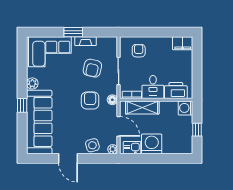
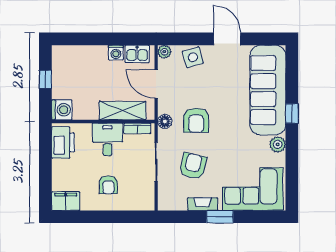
armchair: (139, 51) -> (108, 185), moved
printer: (176, 91) -> (63, 142), moved, turned -90
washing machine: (152, 144) -> (116, 52), width x0.53, depth x0.53

